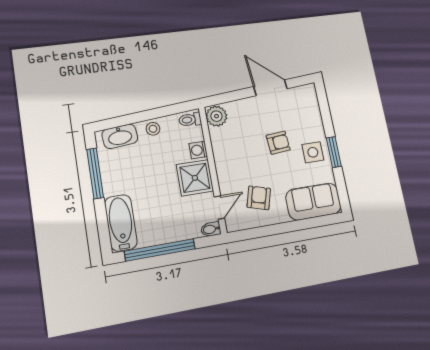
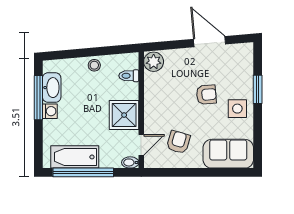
toilet: (190, 120) -> (129, 76), moved
washbasin: (120, 136) -> (52, 88), moved, turned -85
washing machine: (198, 150) -> (50, 111), moved, turned 180
window: (334, 152) -> (258, 89), moved
bathtub: (121, 223) -> (75, 157), moved, turned -90

